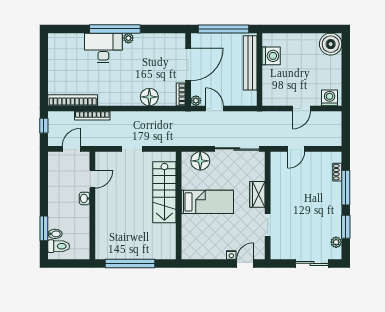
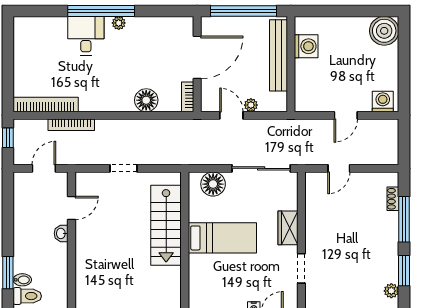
desk: (103, 48) -> (86, 36), width x0.73
plant: (196, 101) -> (251, 105), moved

